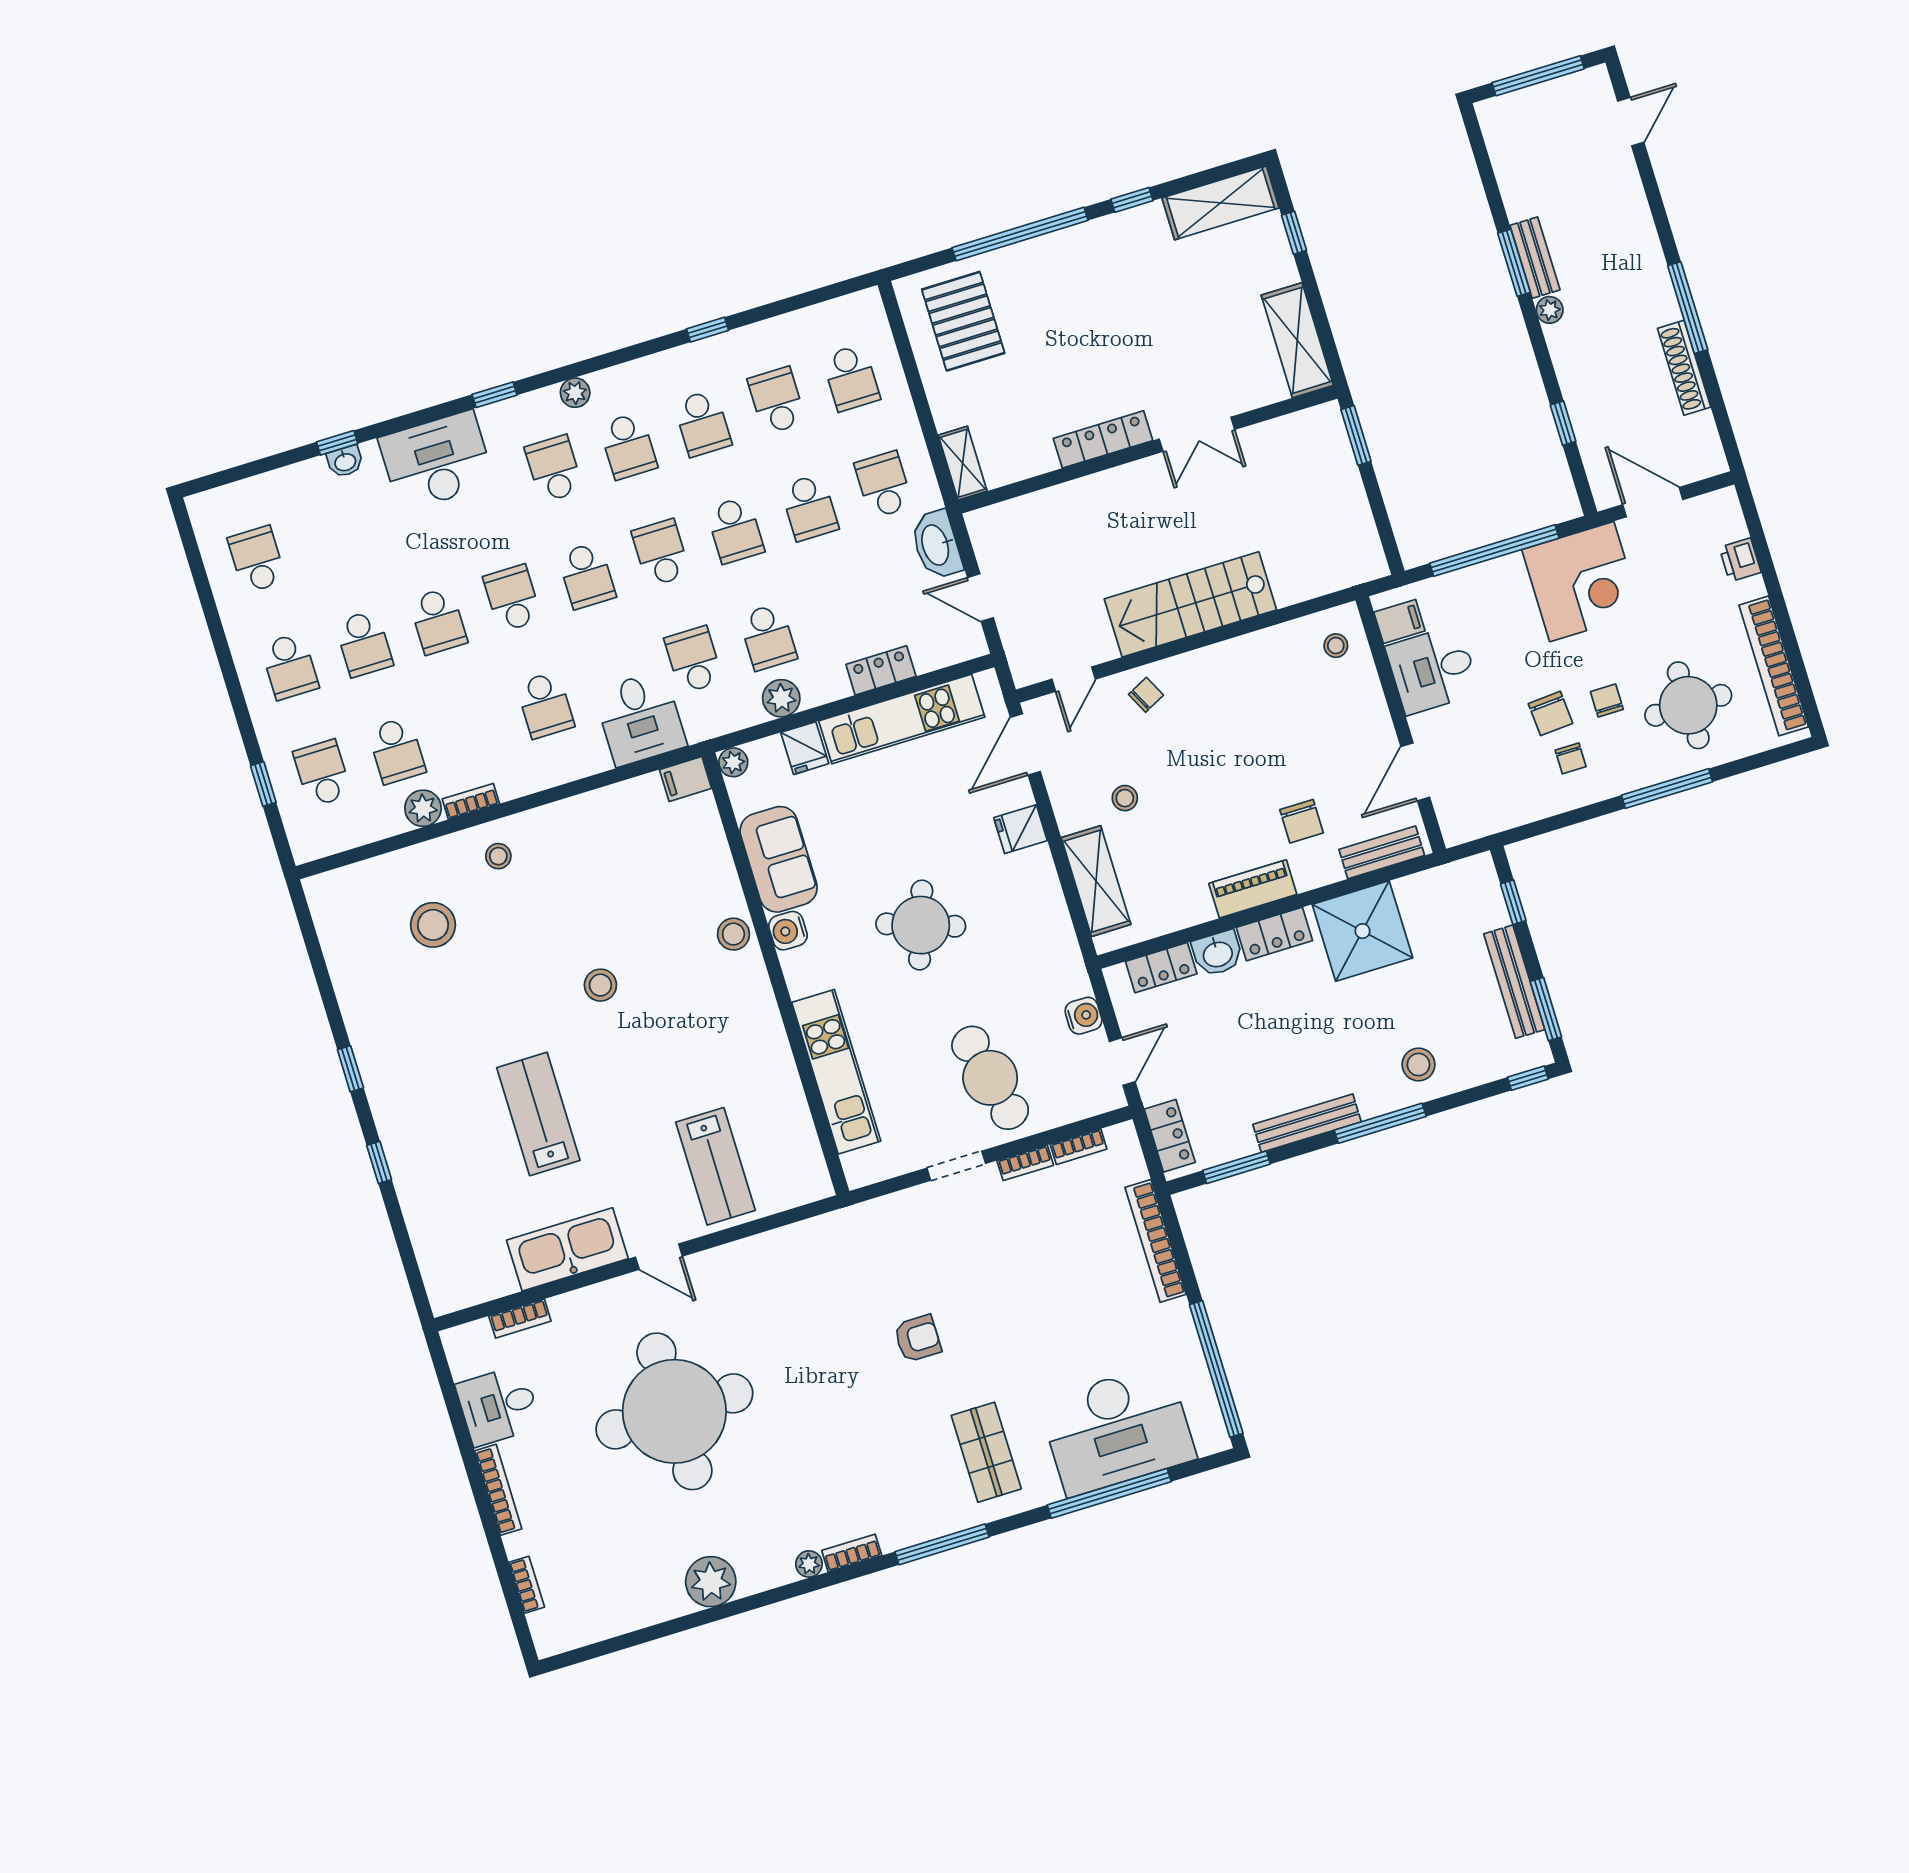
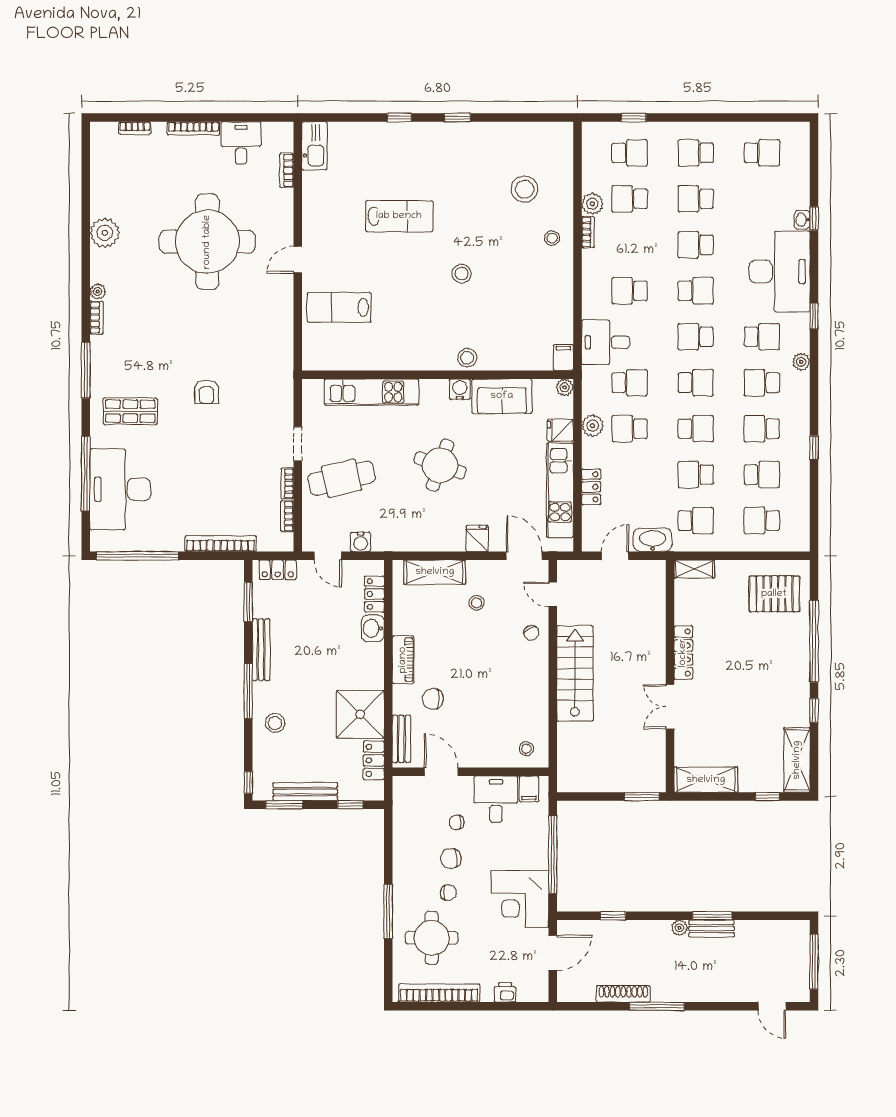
desk: (437, 461) -> (779, 272), width x1.36, depth x1.30
school desk: (735, 530) -> (696, 429), turned 180
chair: (1571, 758) -> (457, 822), moved
locker: (1274, 934) -> (374, 760), moved
kitchen sink: (567, 1249) -> (314, 146), moved, width x0.73, depth x0.81

